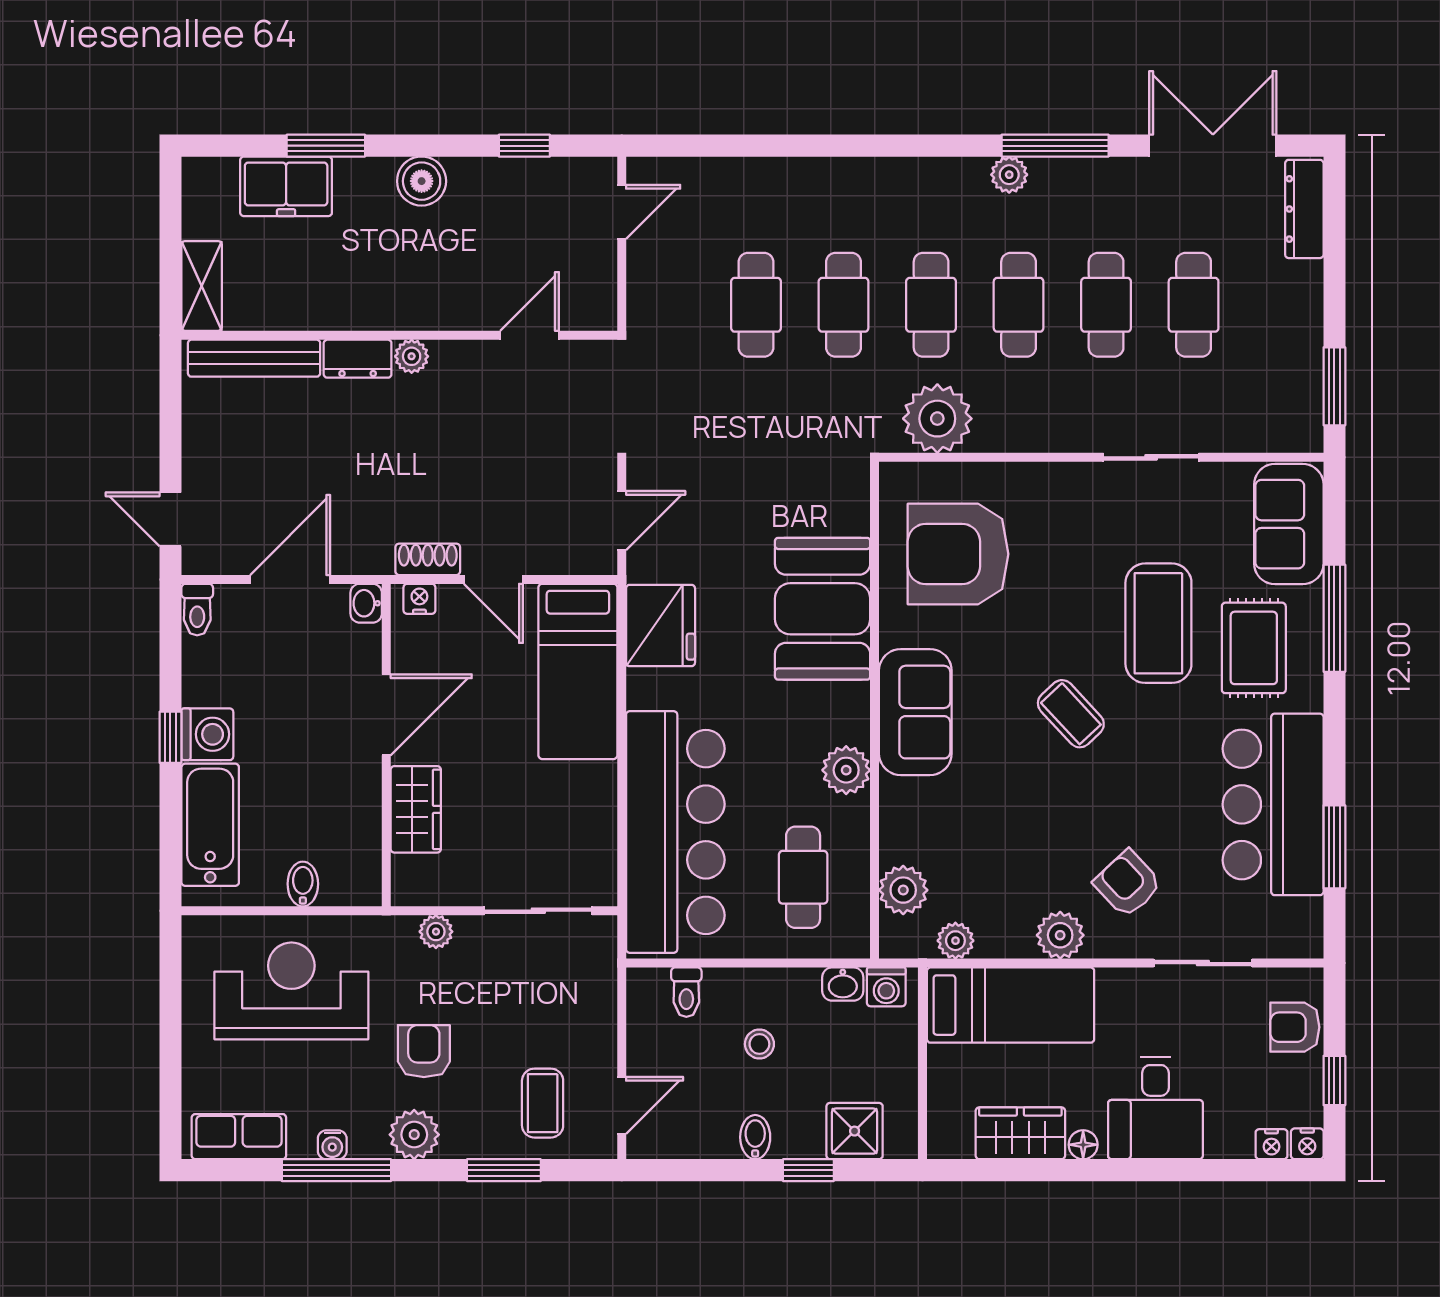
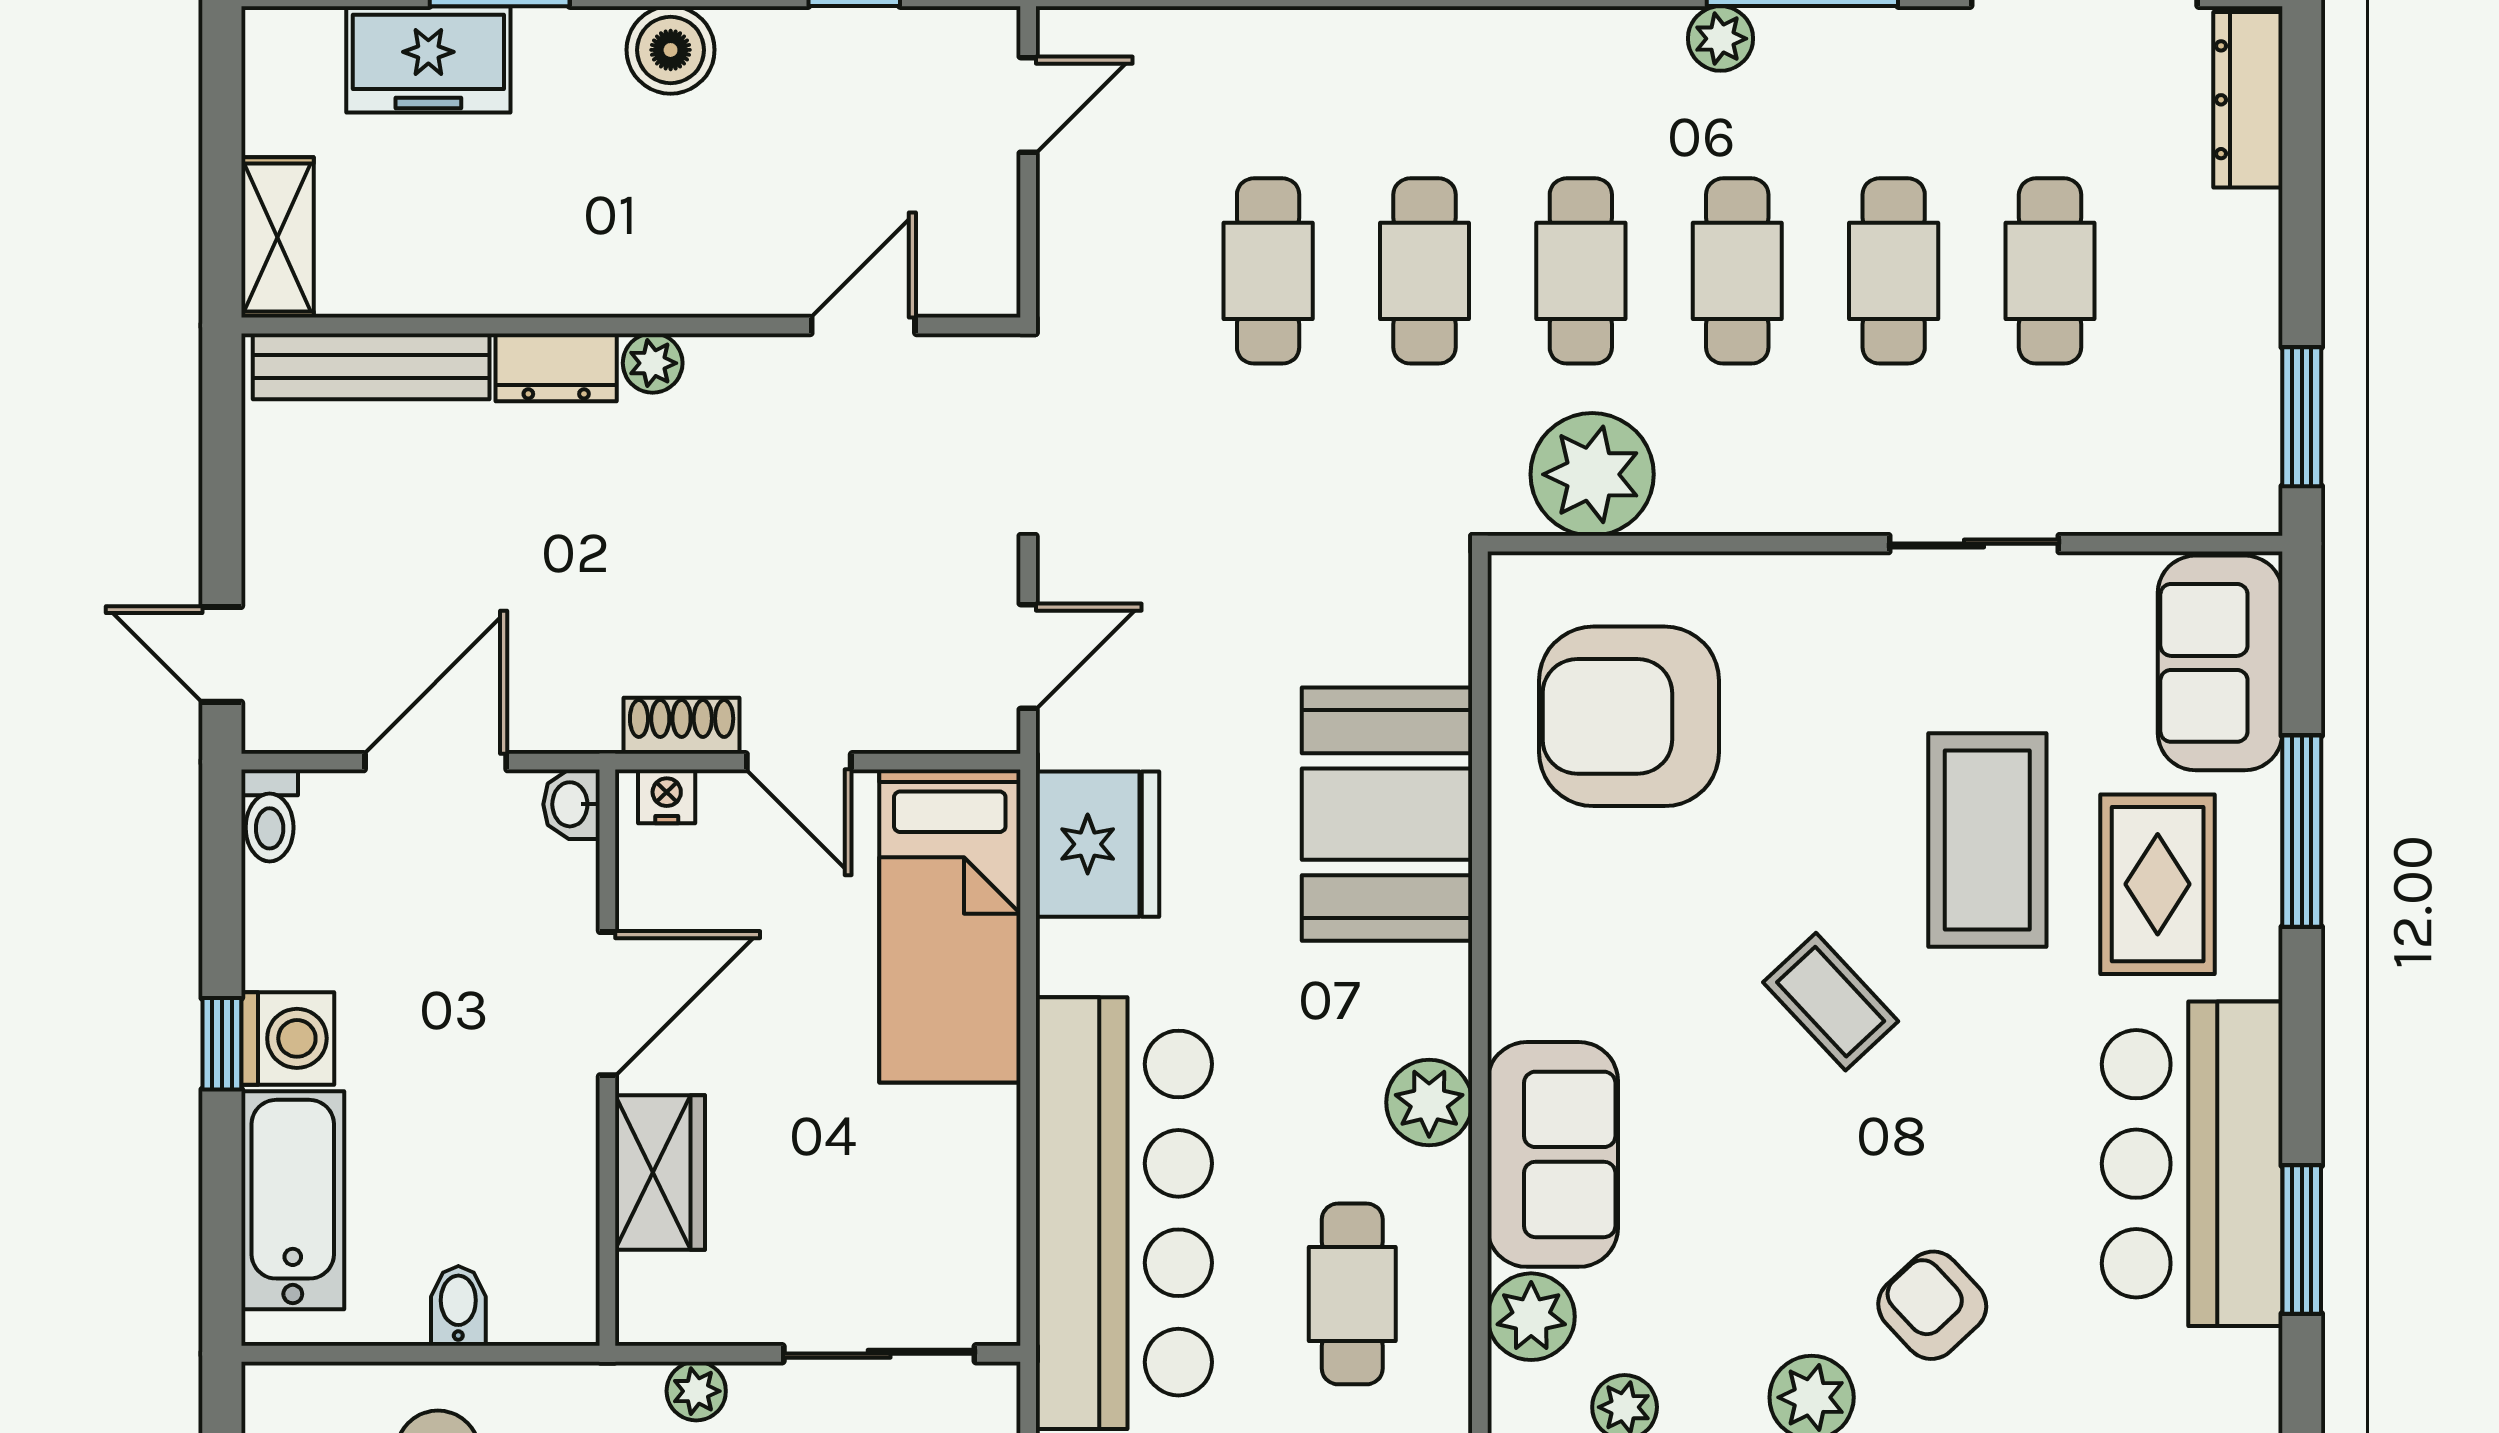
sofa: (915, 712) -> (1553, 1154), moved

